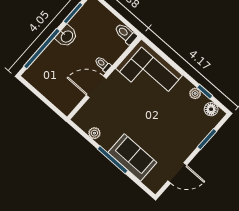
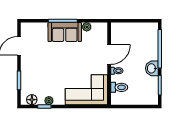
toilet: (126, 34) -> (119, 87), moved
sofa: (132, 158) -> (65, 32), moved

